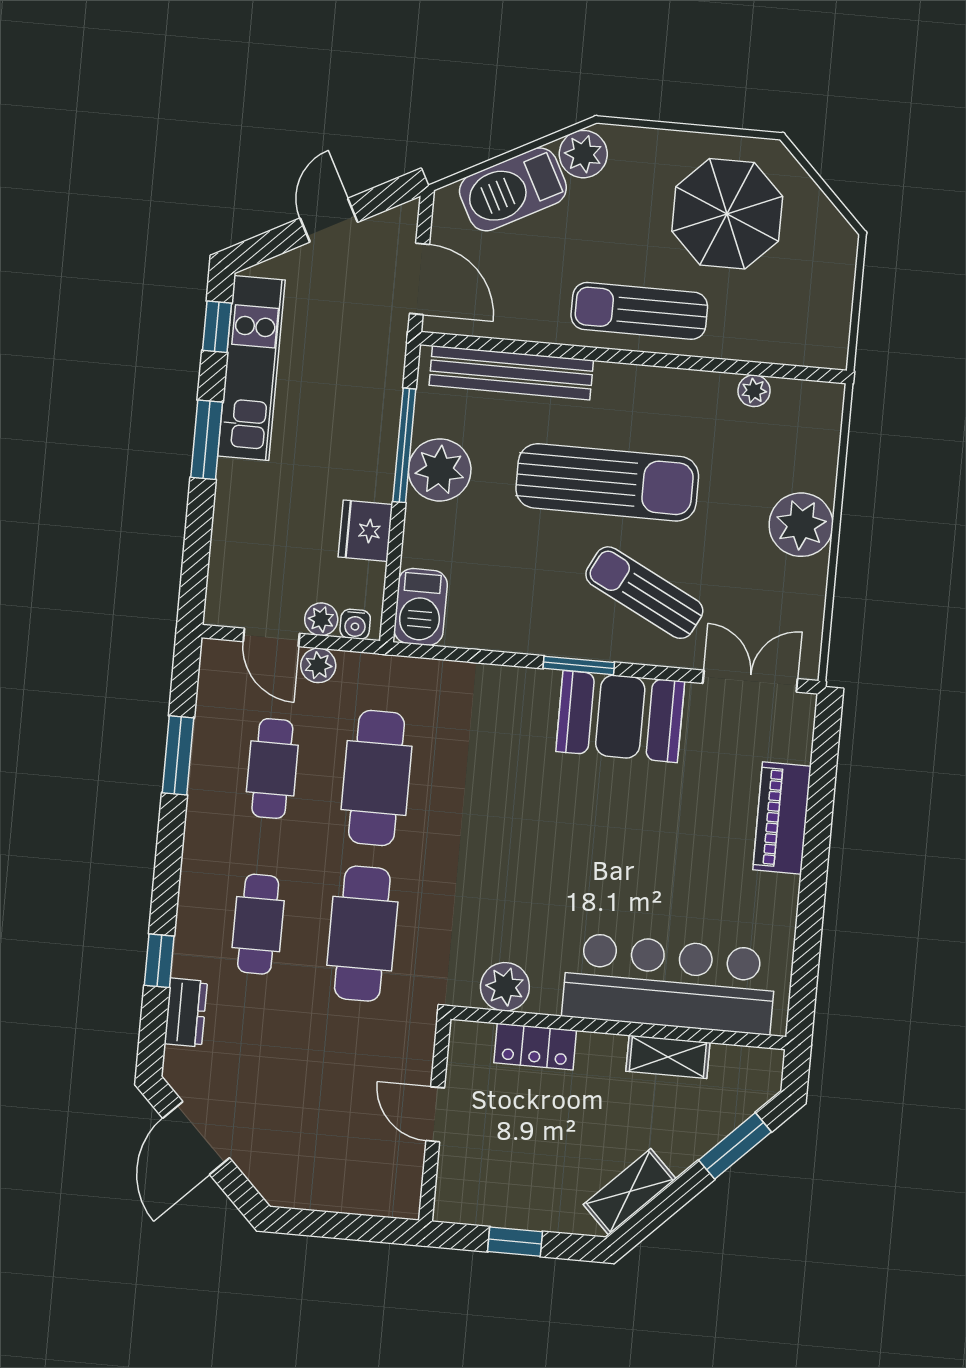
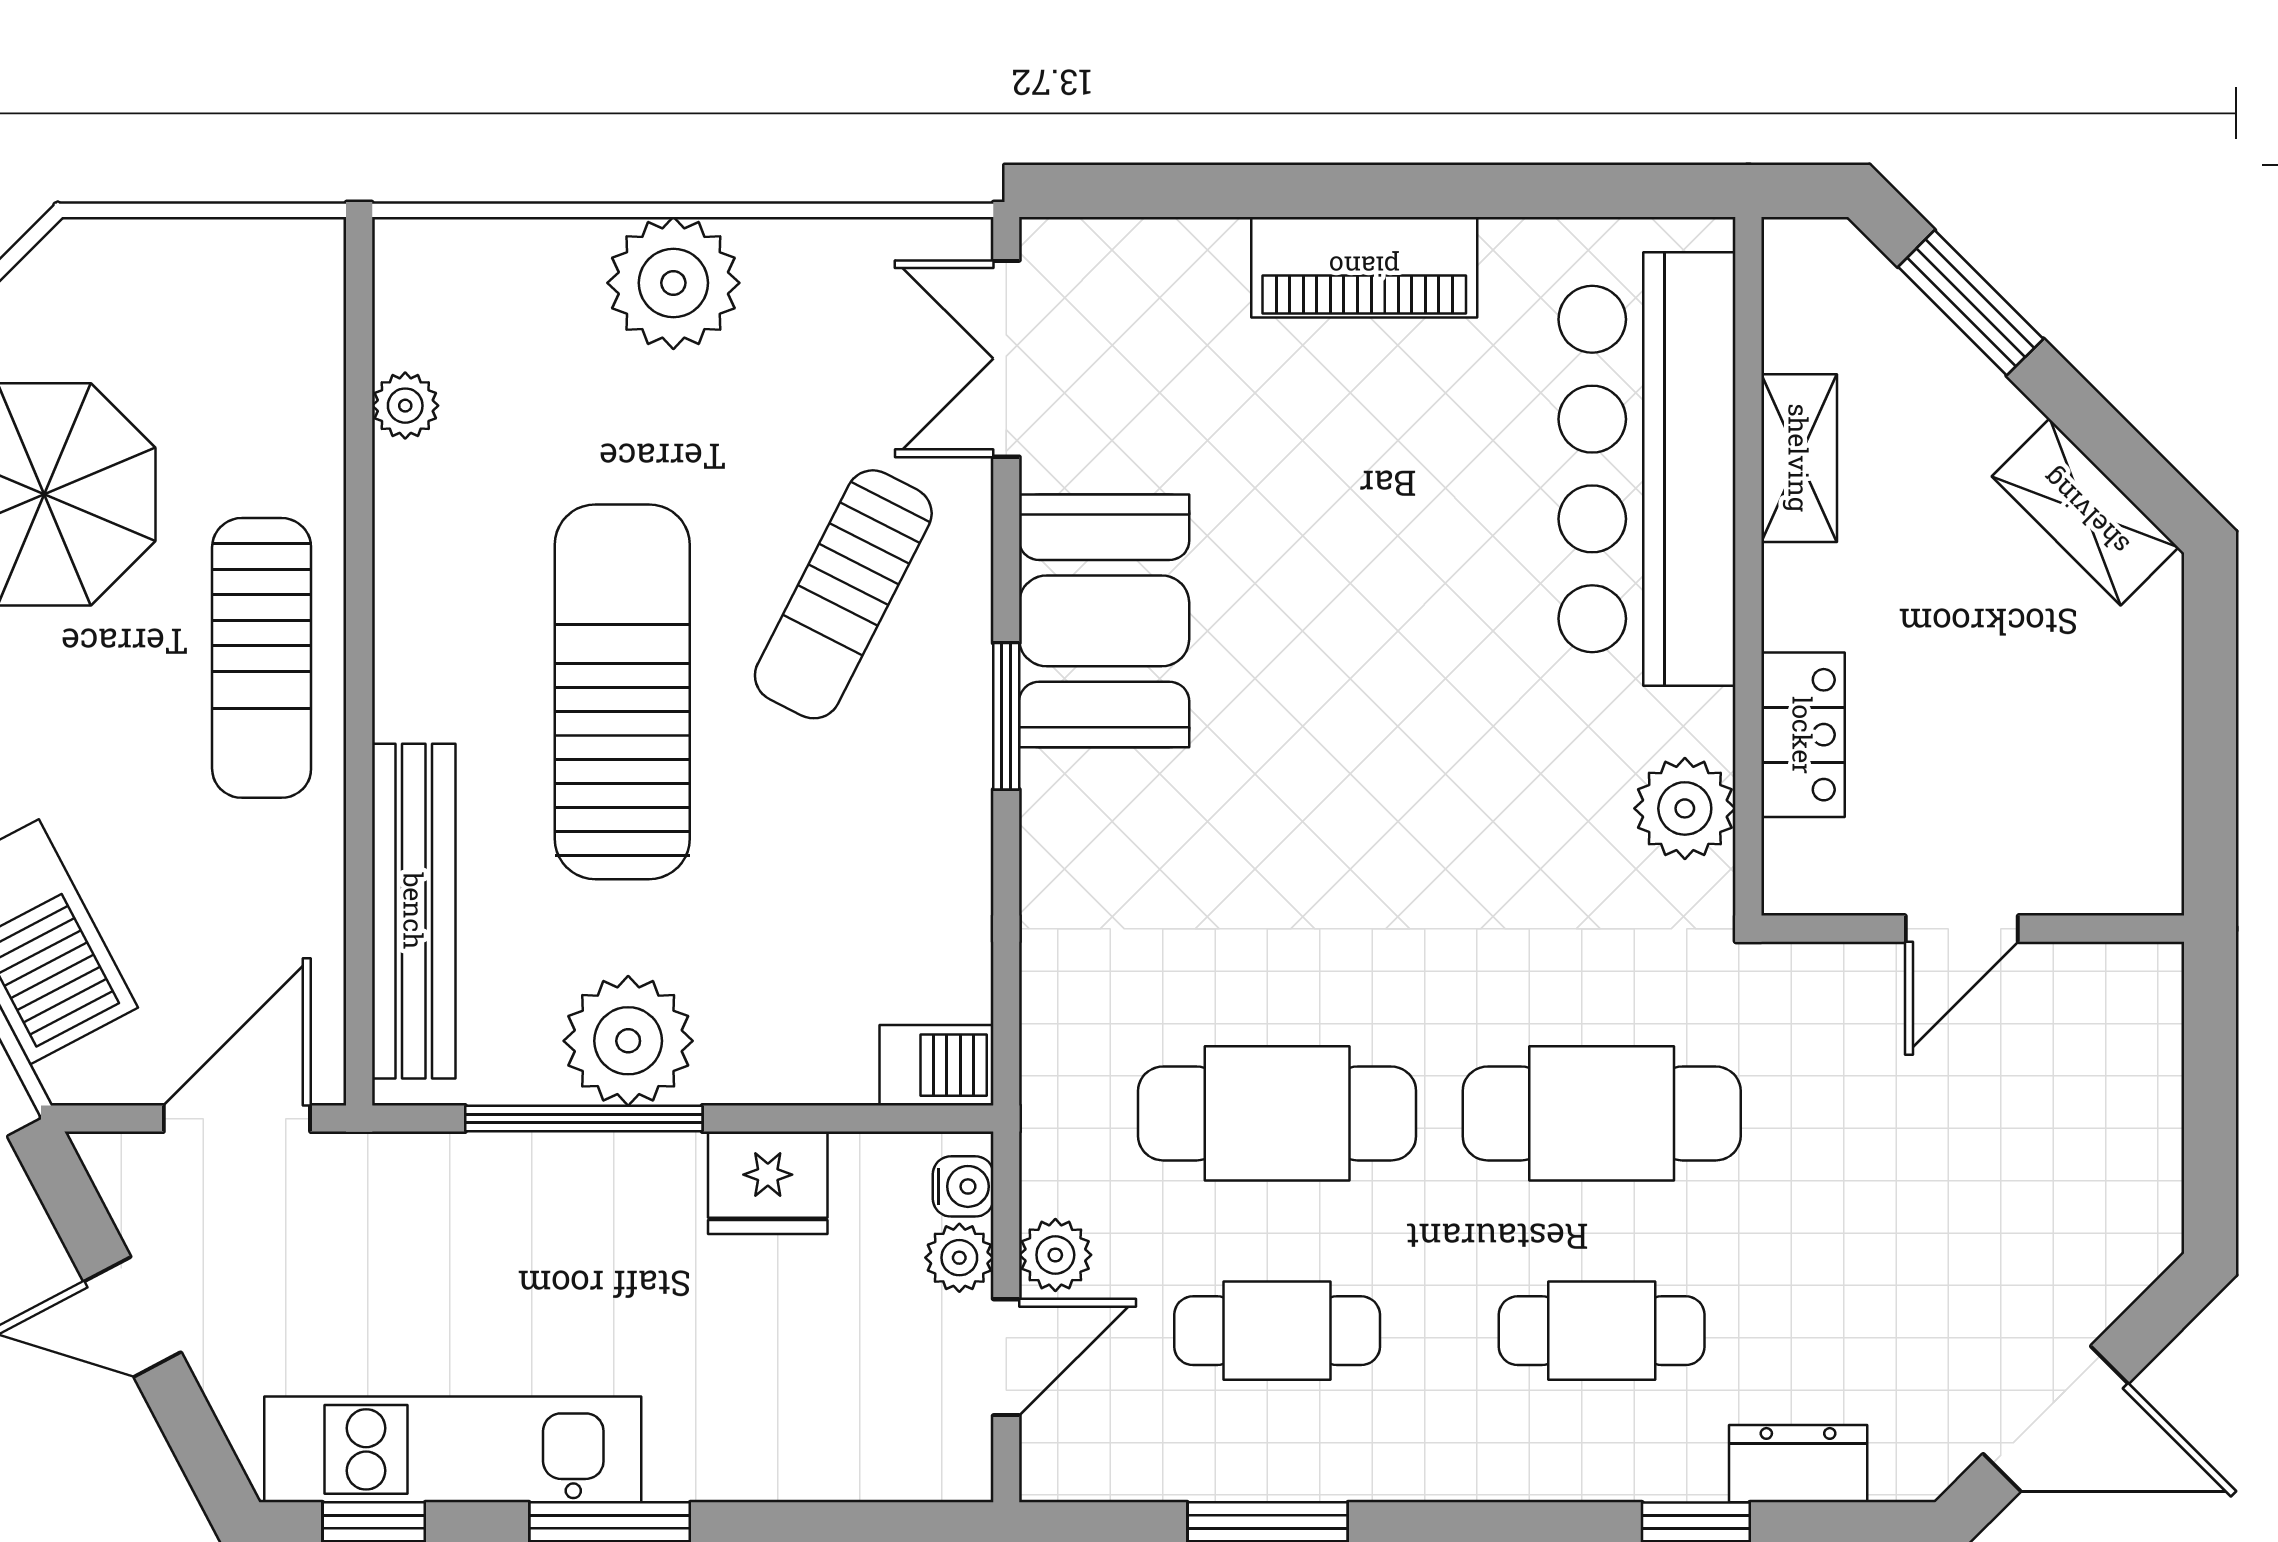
barbecue: (421, 607) -> (936, 1065), width x0.73, depth x0.79
piano: (782, 818) -> (1364, 267), moved
window: (515, 1242) -> (2210, 740), removed

